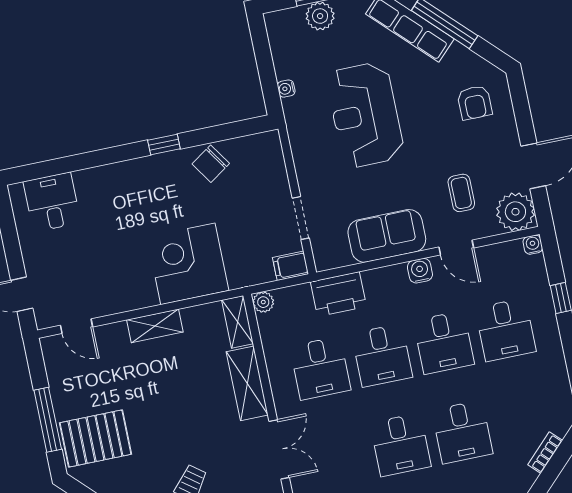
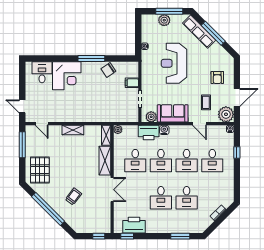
armchair: (475, 103) -> (217, 77), moved
window: (164, 145) -> (91, 58), width x2.17
plant: (337, 255) -> (151, 117), added
corner desk: (188, 264) -> (67, 76), moved, turned 180
filing cabinet: (291, 266) -> (132, 83), moved
water cooler: (420, 271) -> (164, 130), moved
window: (48, 420) -> (22, 145), moved
pallet: (95, 439) -> (40, 170), turned 90

